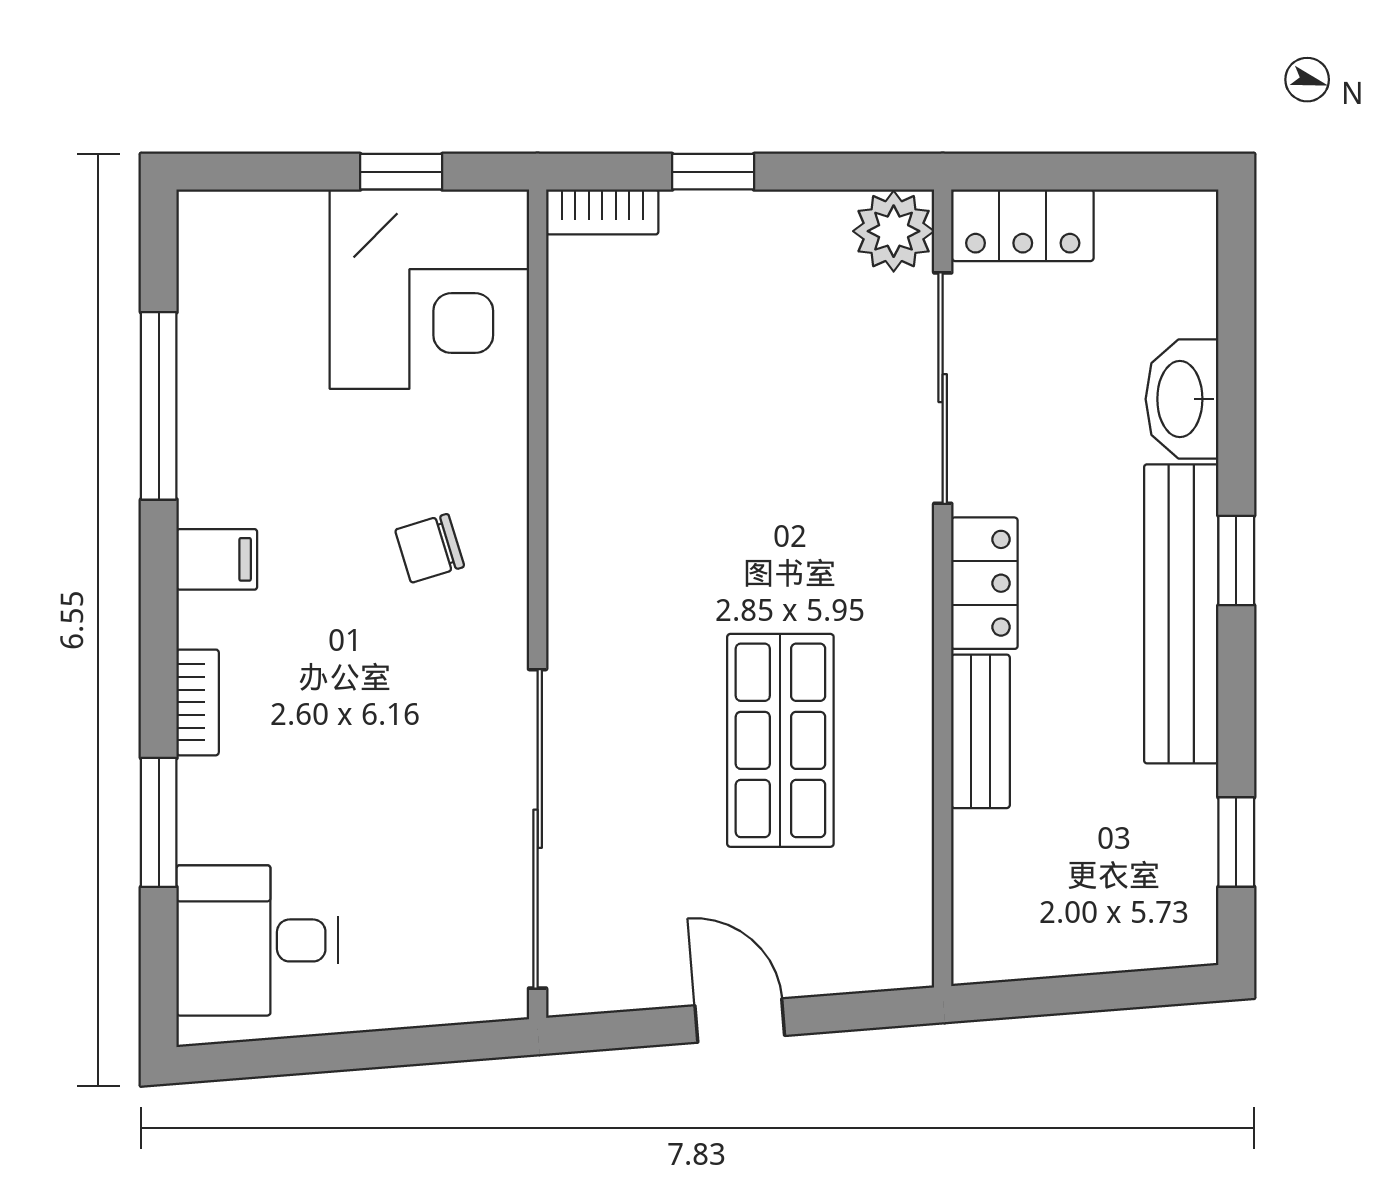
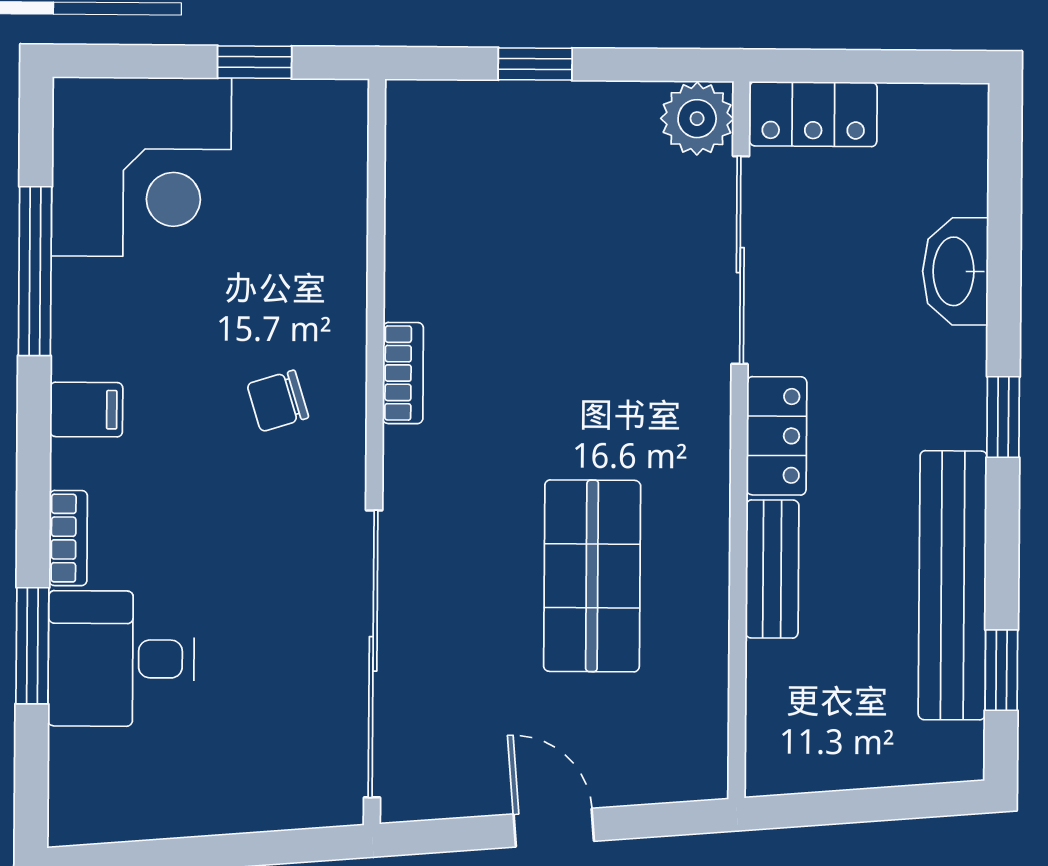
bookcase: (602, 212) -> (403, 373), moved, turned -90
corner desk: (429, 289) -> (141, 167), moved
bench: (1181, 614) -> (953, 585), moved
desk: (257, 940) -> (121, 659), moved

